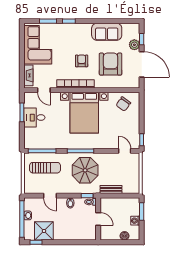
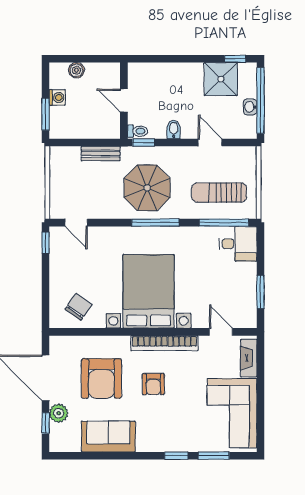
desk: (34, 118) -> (238, 244), moved

